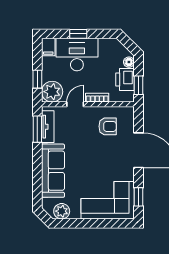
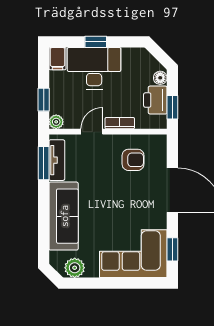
plant: (52, 92) -> (56, 122), width x0.53, depth x0.53

